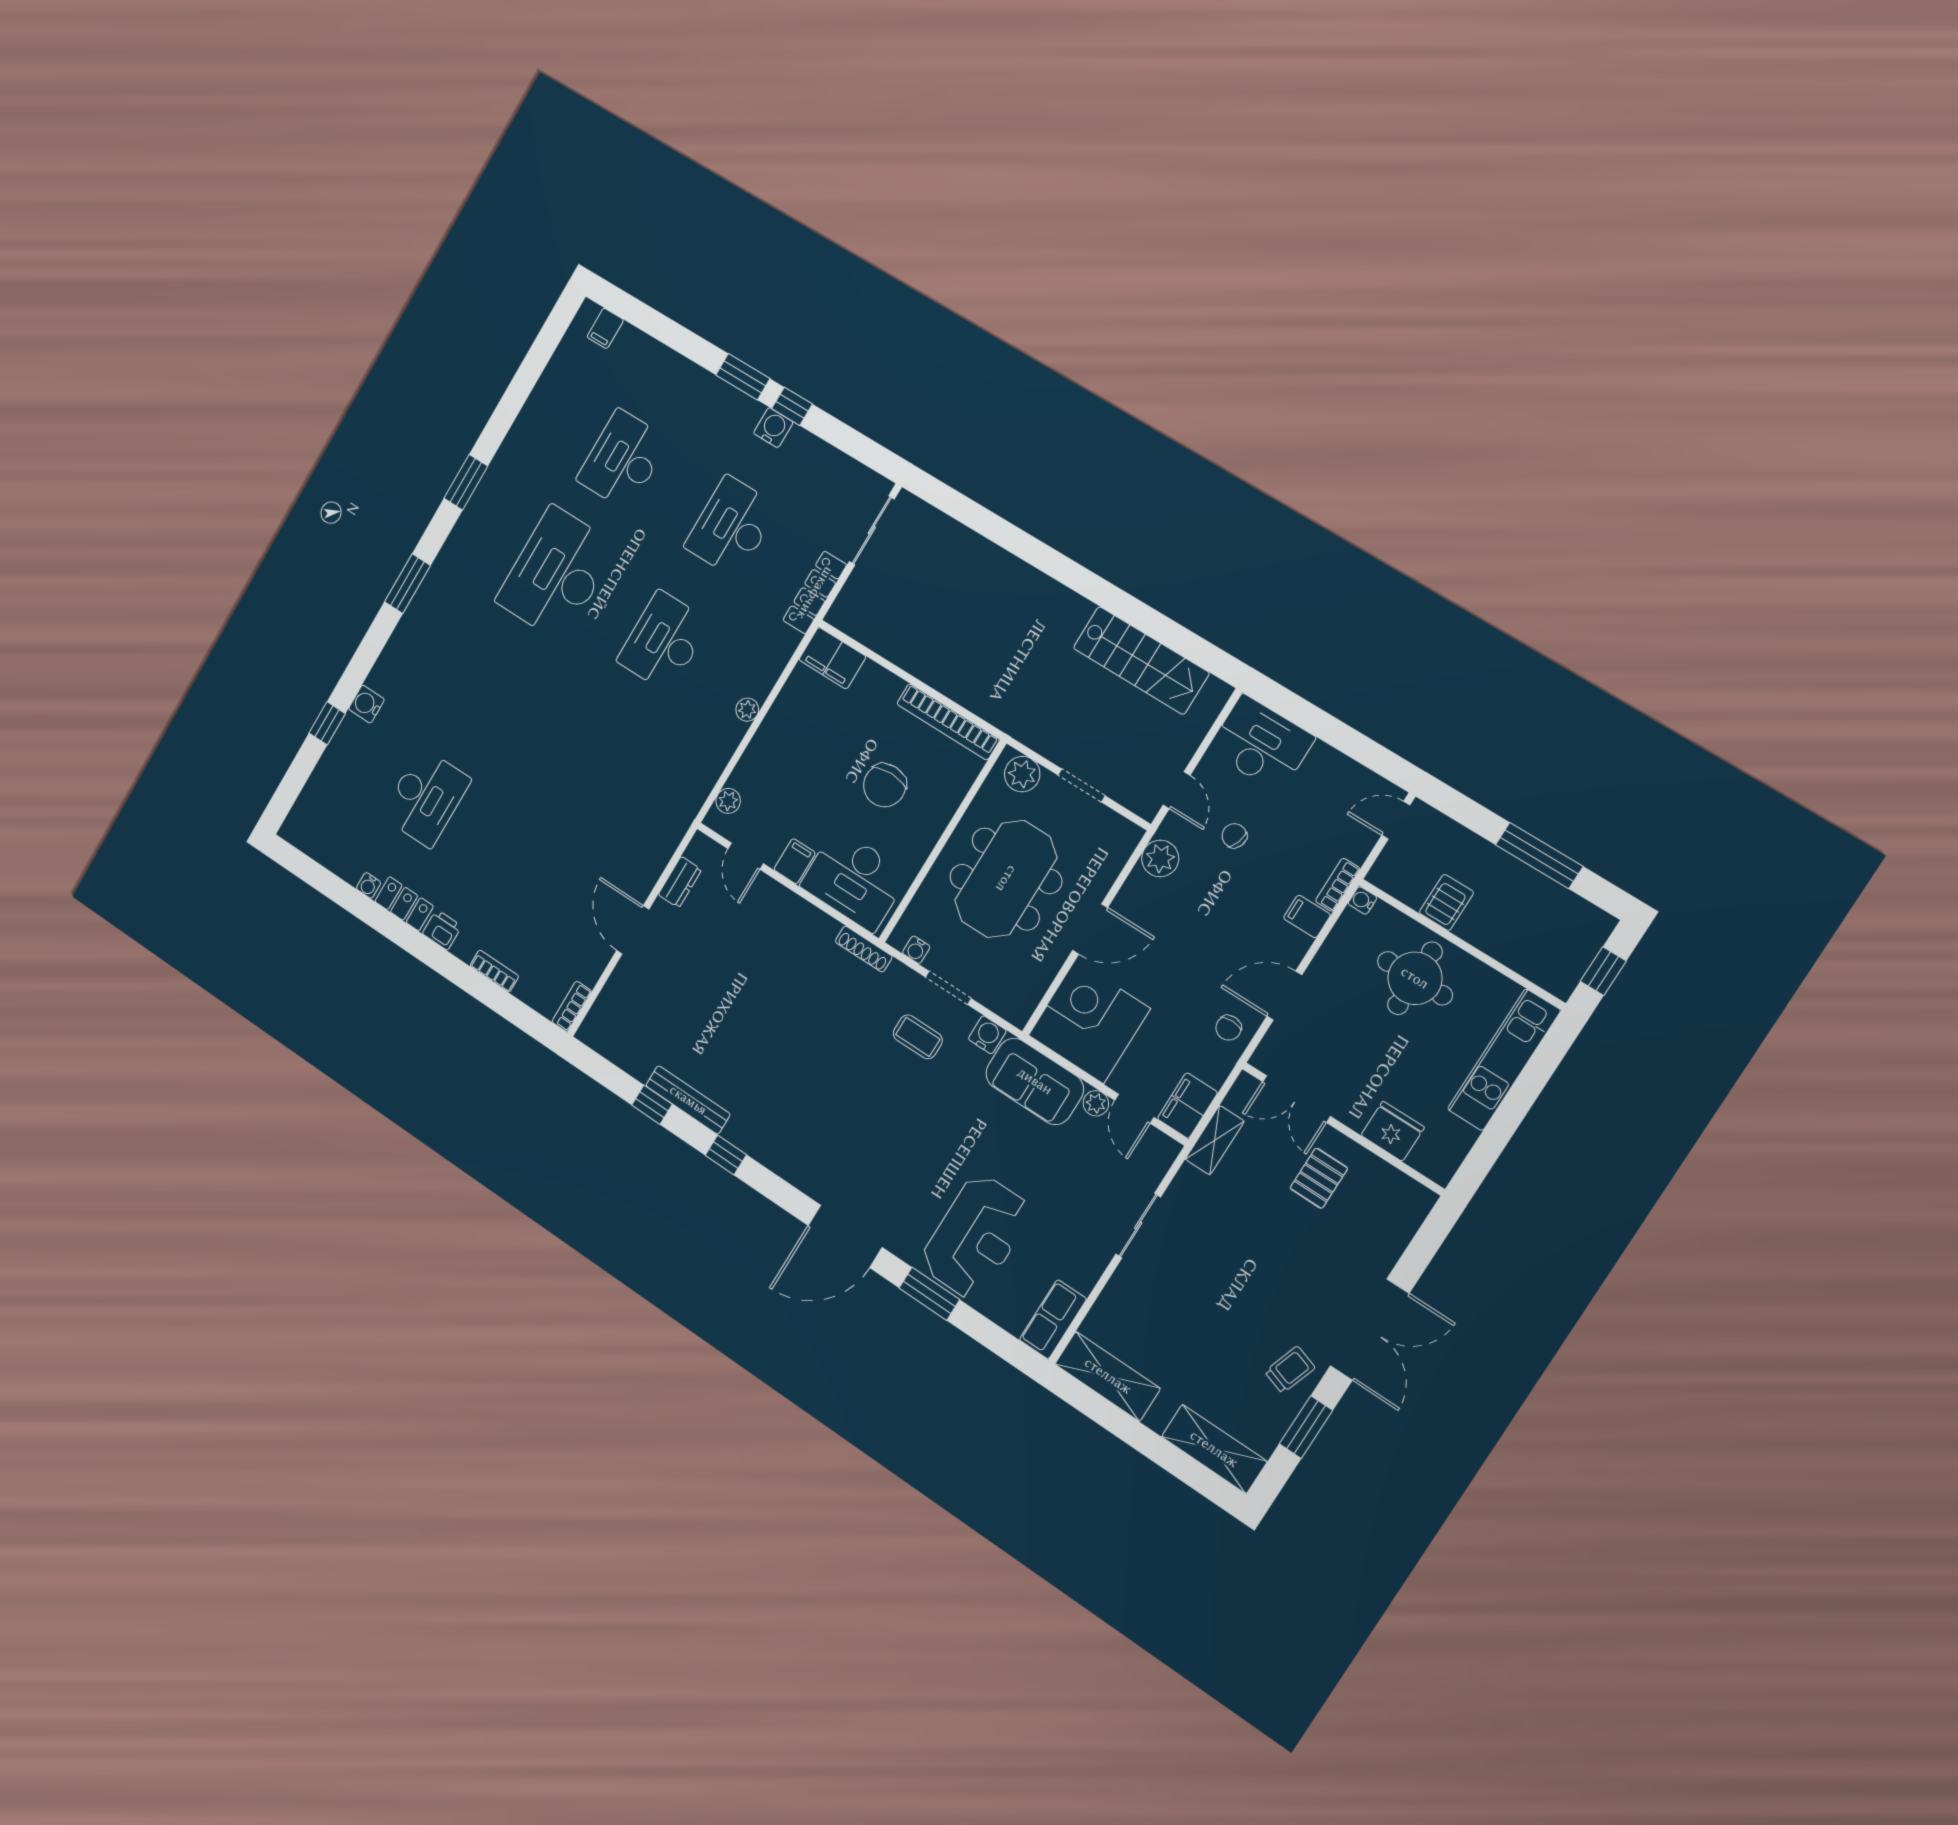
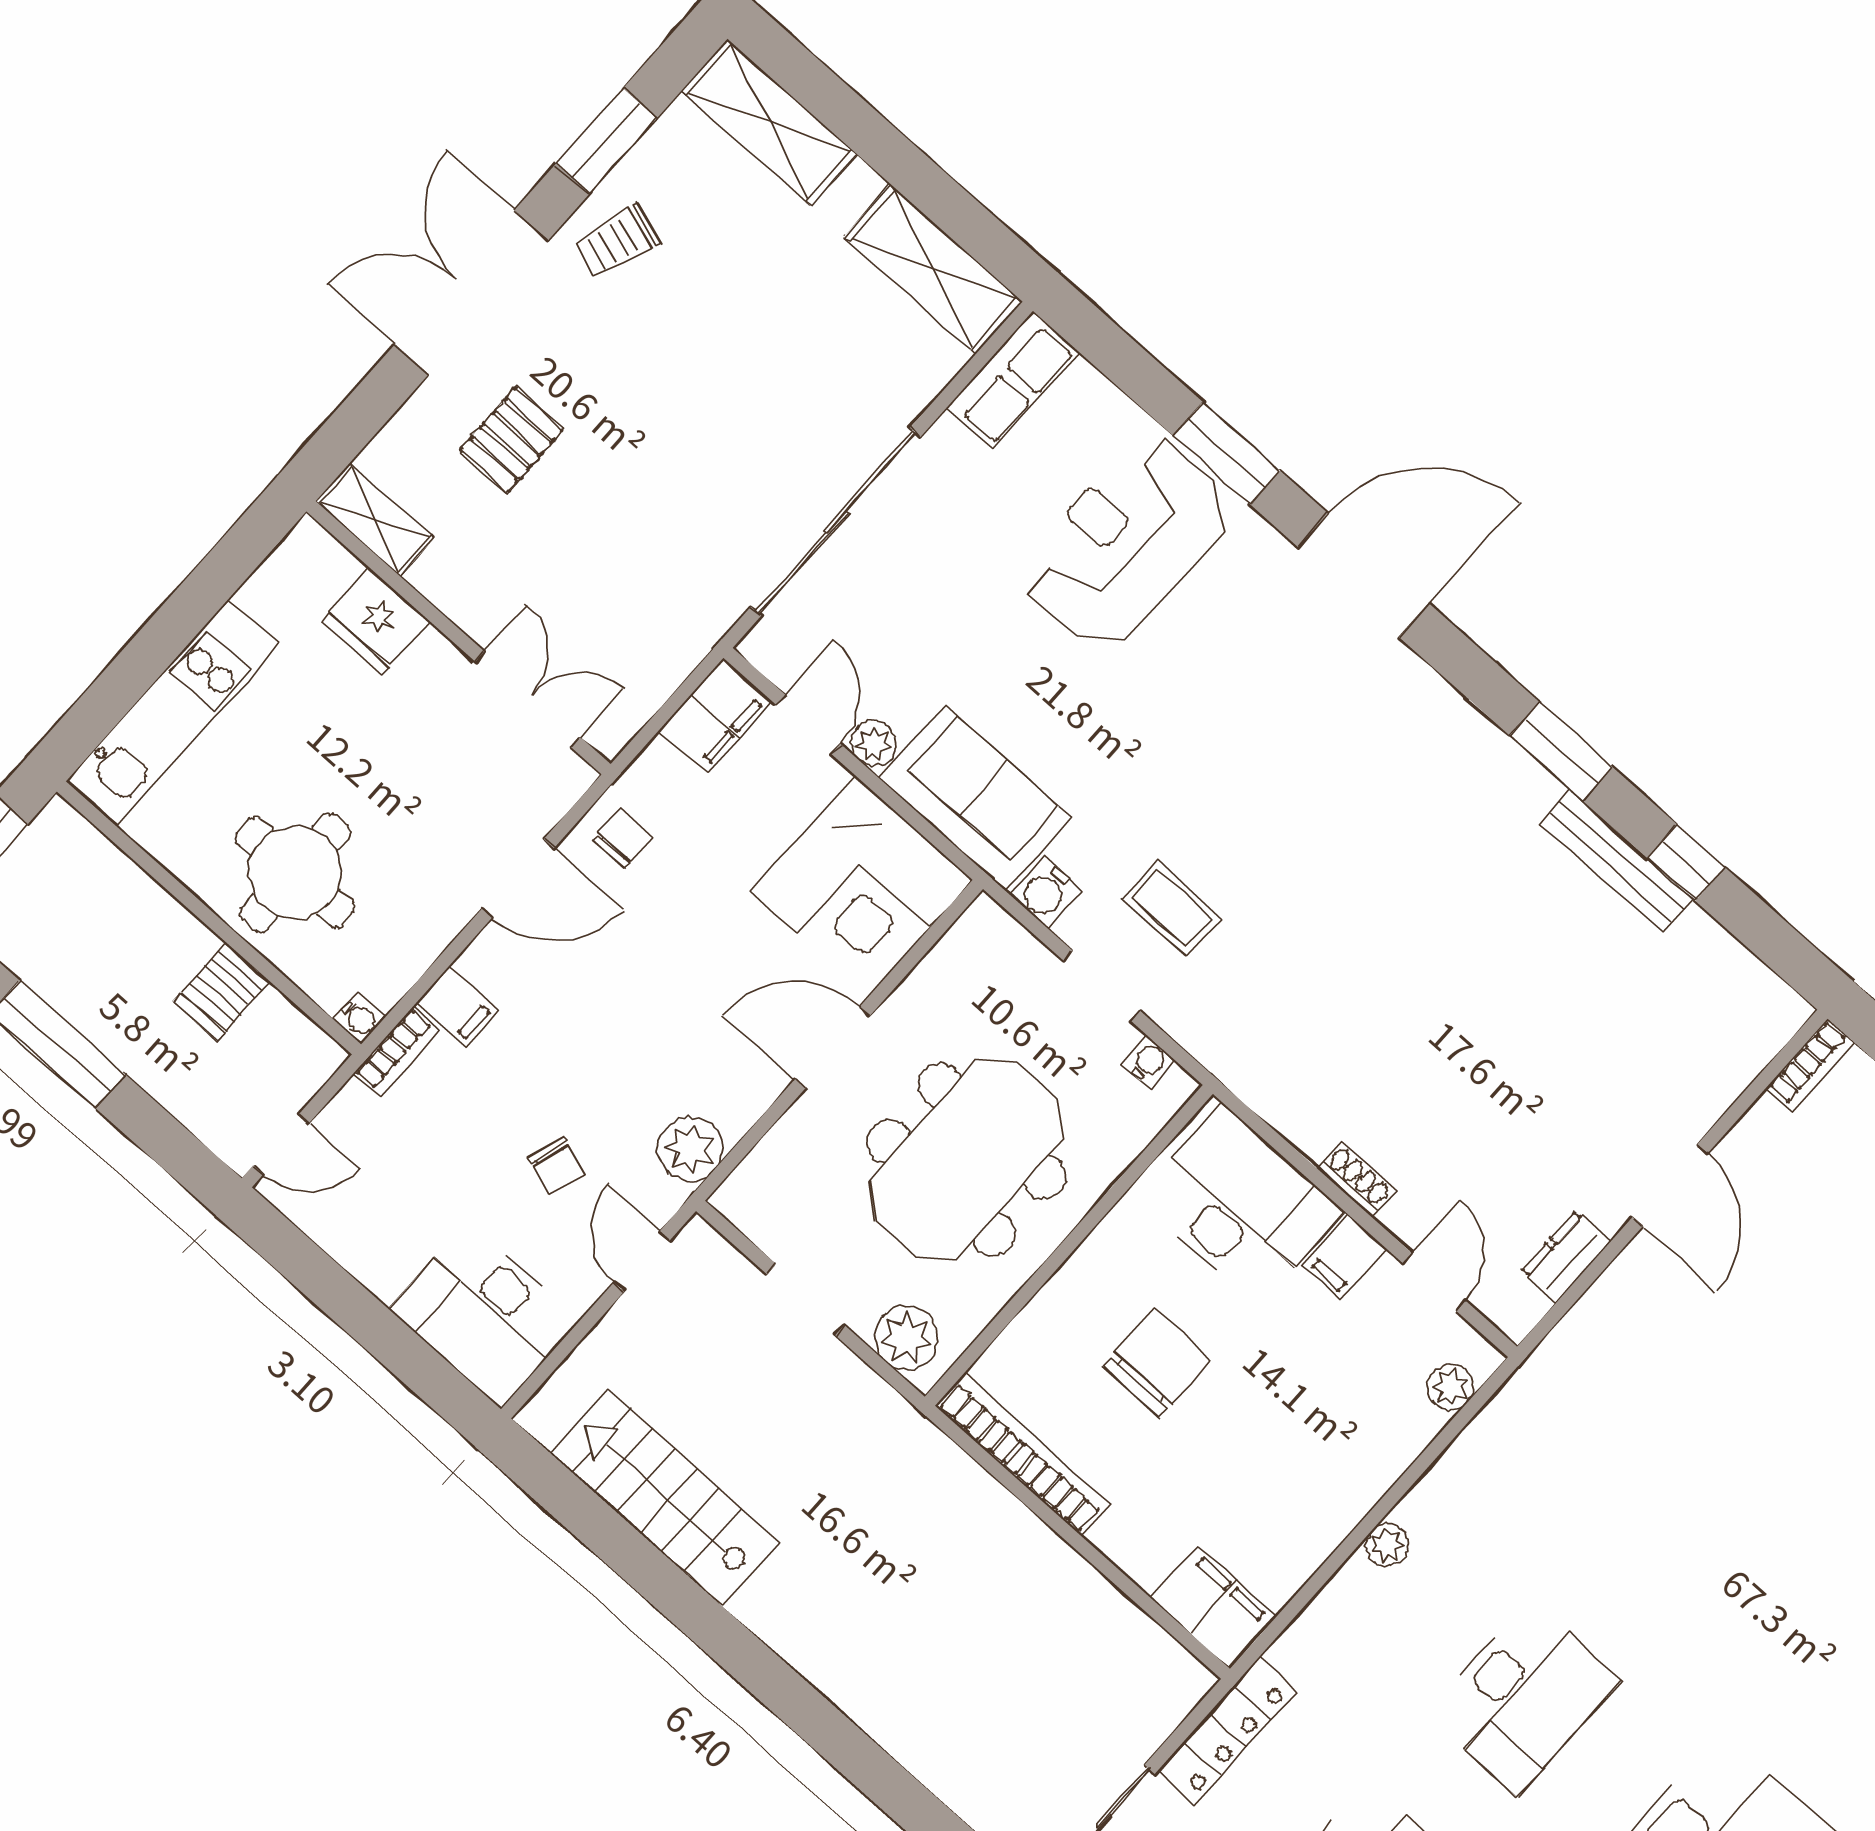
shoe rack: (864, 949) -> (1356, 1180), moved, width x0.70
shelving: (1215, 1140) -> (375, 520), moved, turned 90
window: (726, 1155) -> (1561, 751), width x1.50
pallet: (1319, 1178) -> (512, 440), moved
sliding door: (1138, 1226) -> (836, 522), width x1.86

